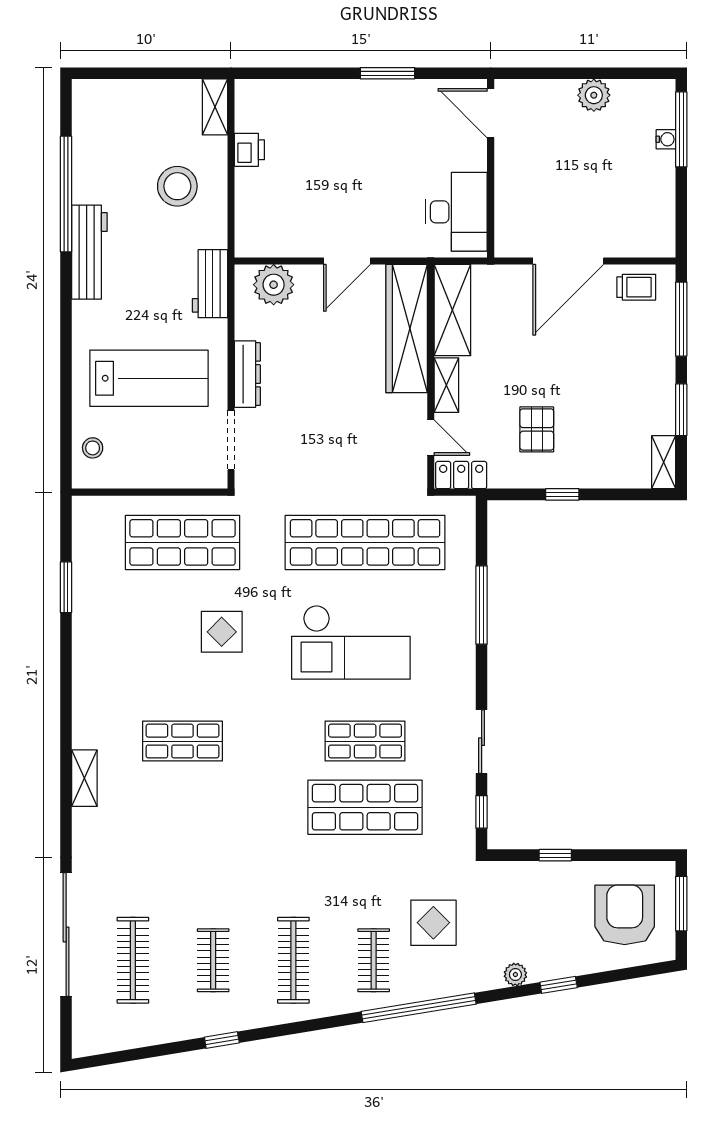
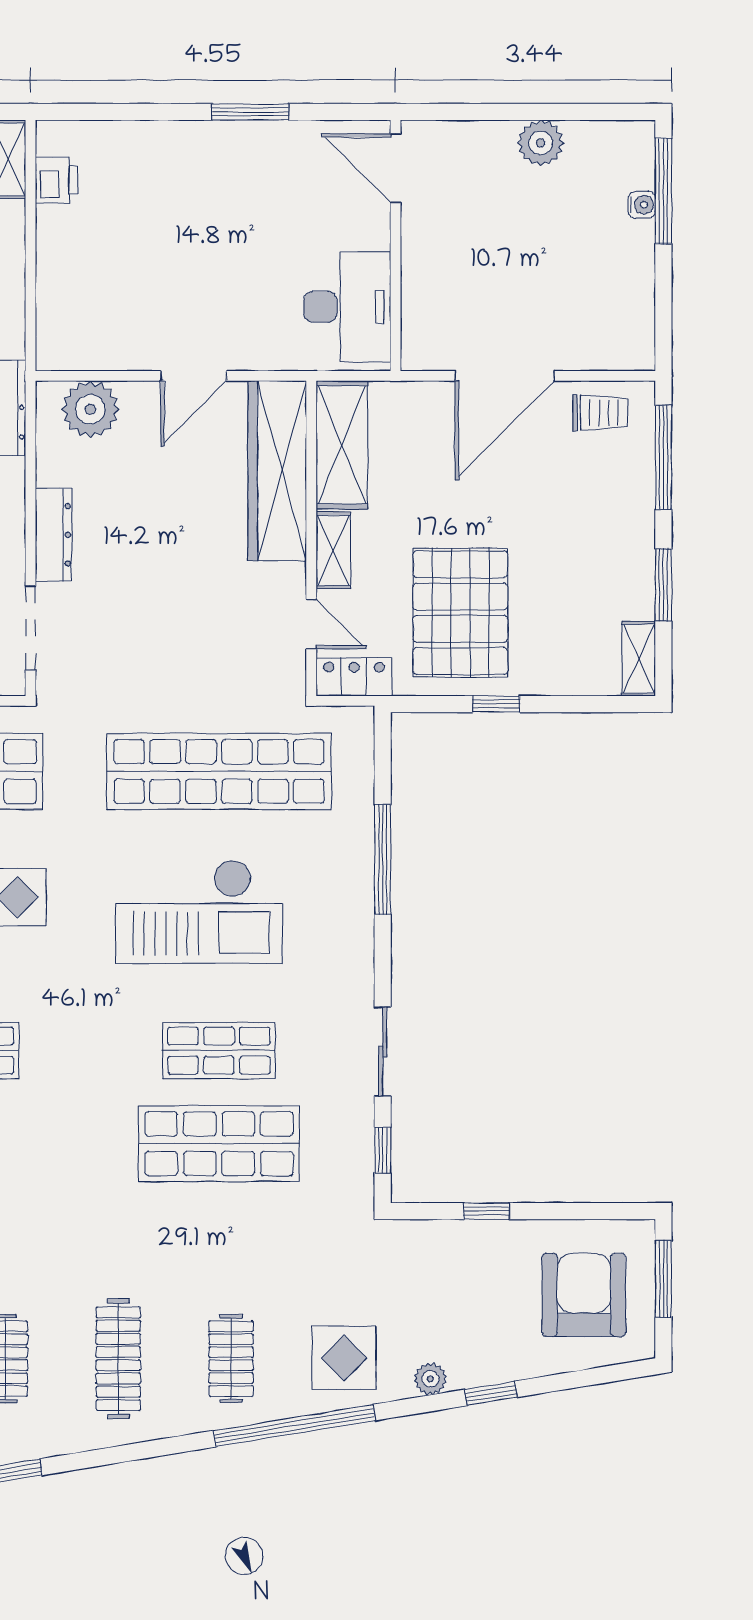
printer: (249, 150) -> (56, 180), moved
pallet: (537, 429) -> (460, 613), width x2.05, depth x2.00
display table: (433, 923) -> (344, 1358), moved

